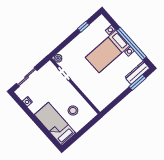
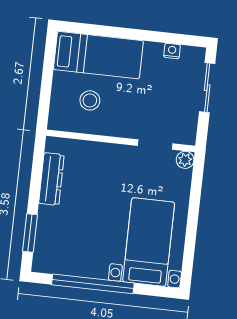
window: (83, 27) -> (190, 243), removed
bed with nightstands: (108, 52) -> (149, 242), moved
dresser: (137, 73) -> (51, 179), moved

